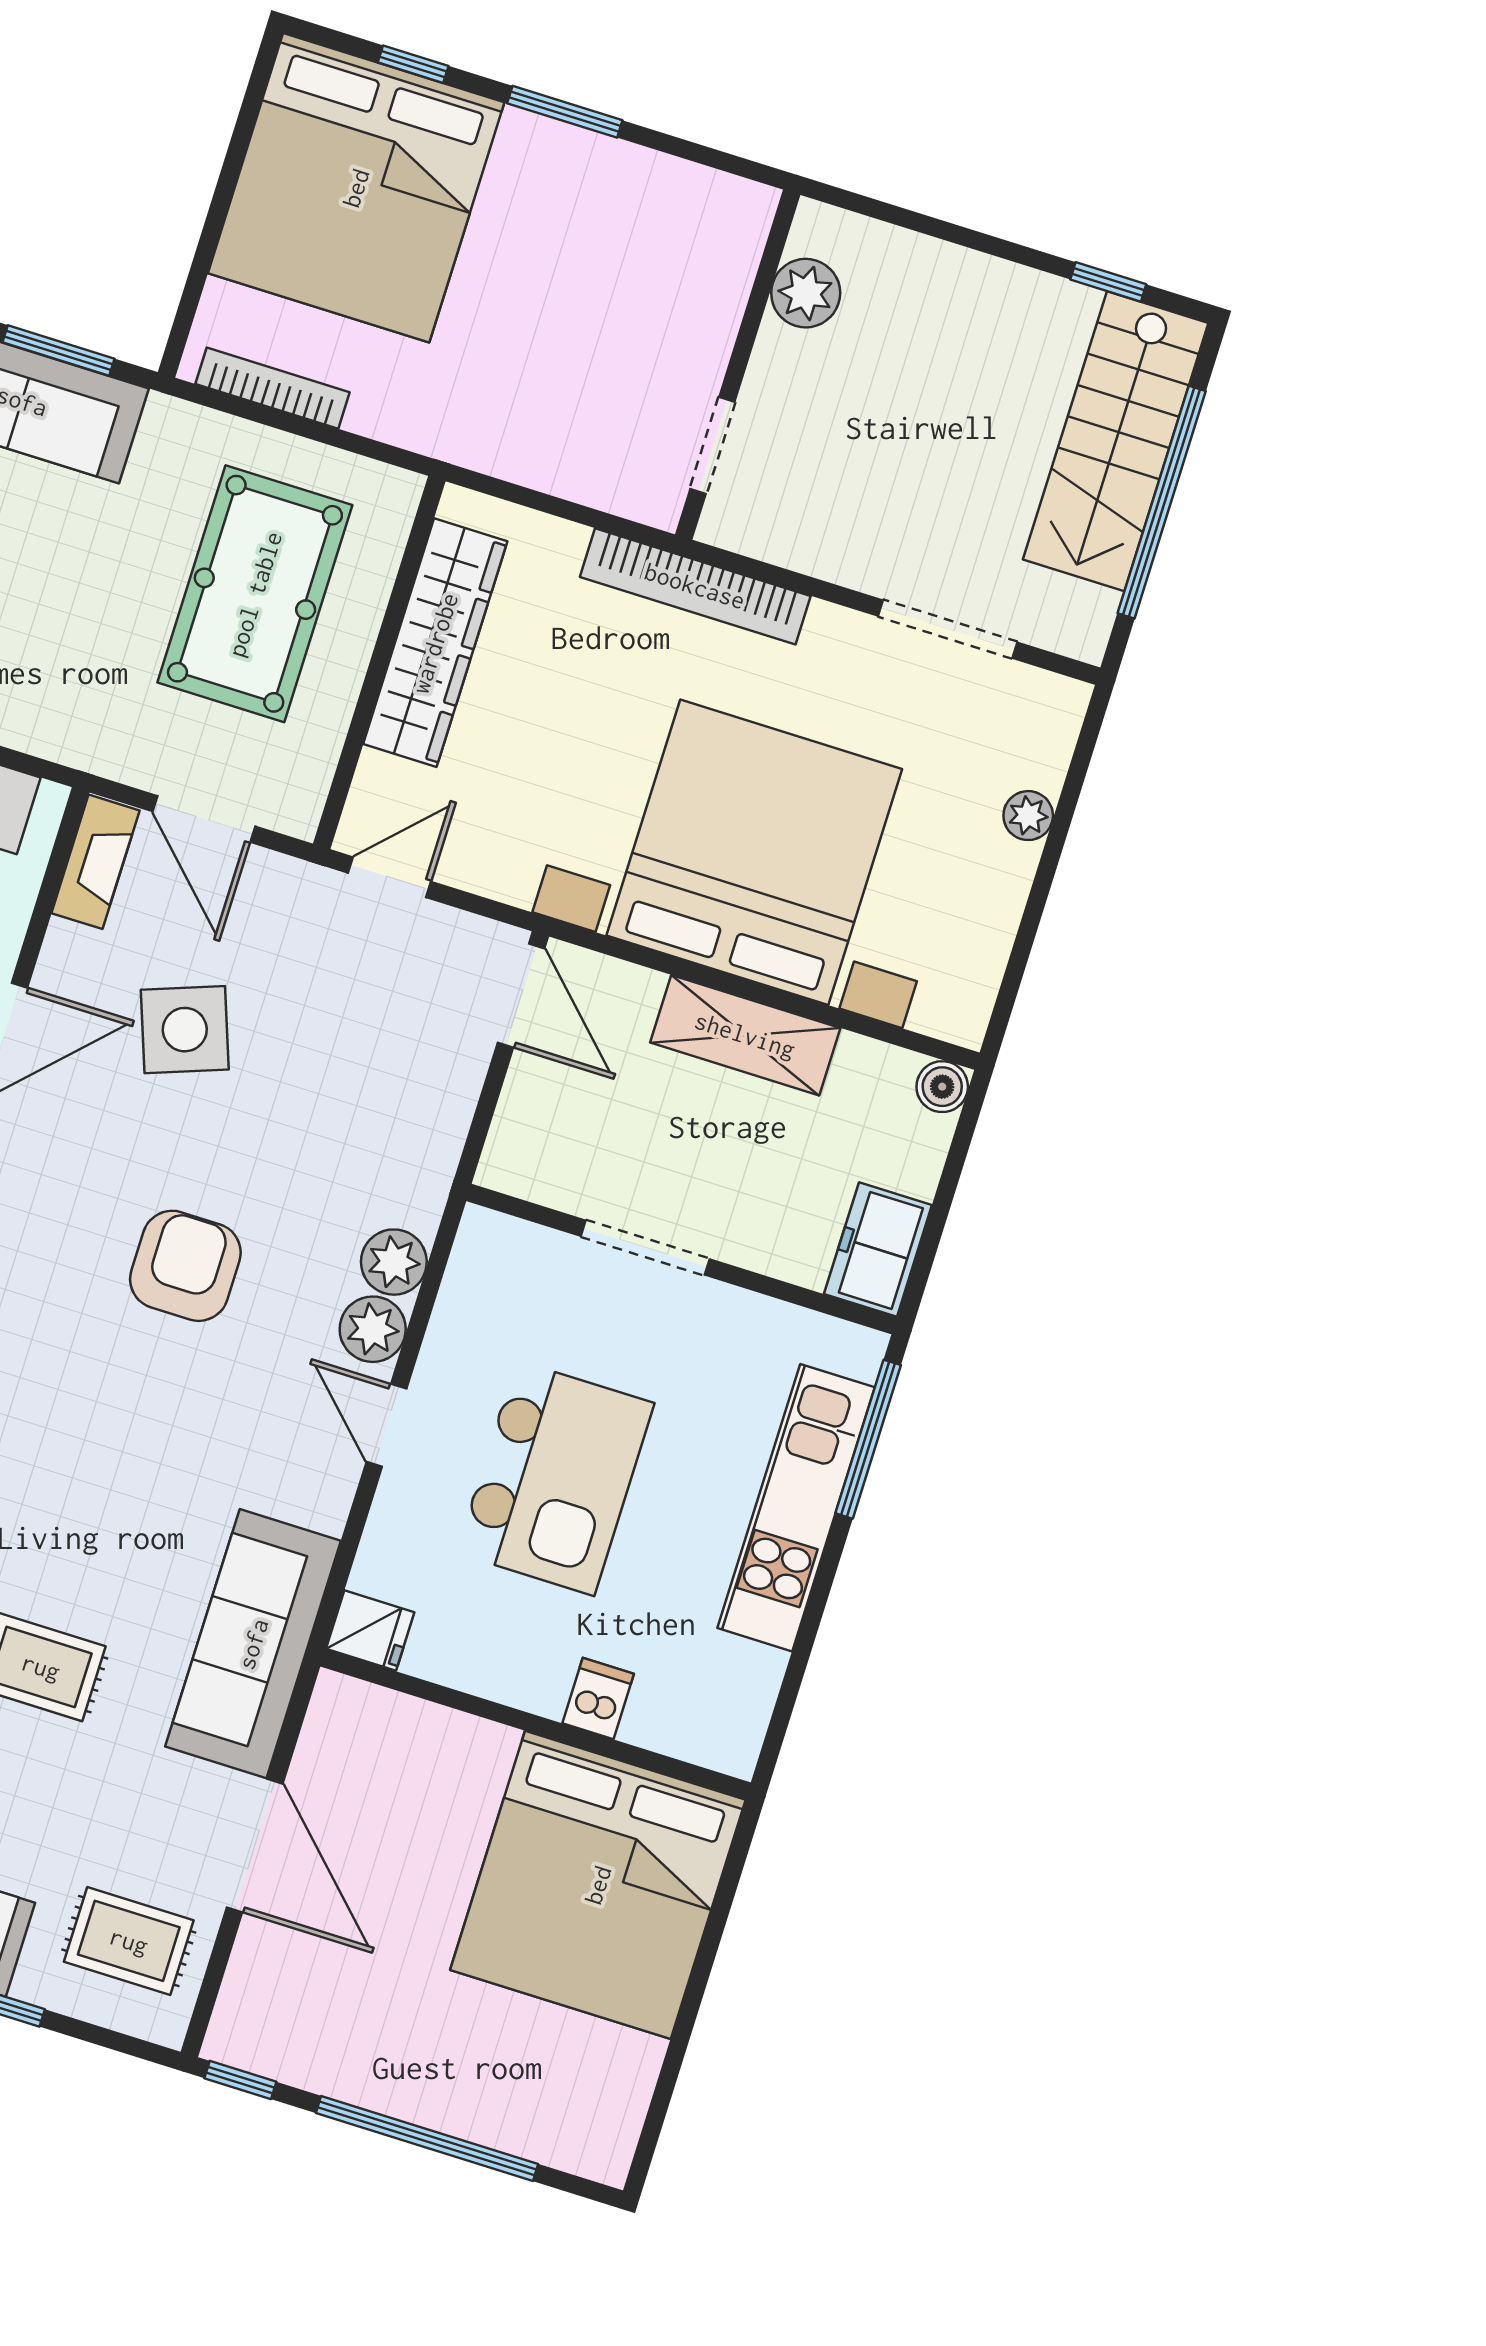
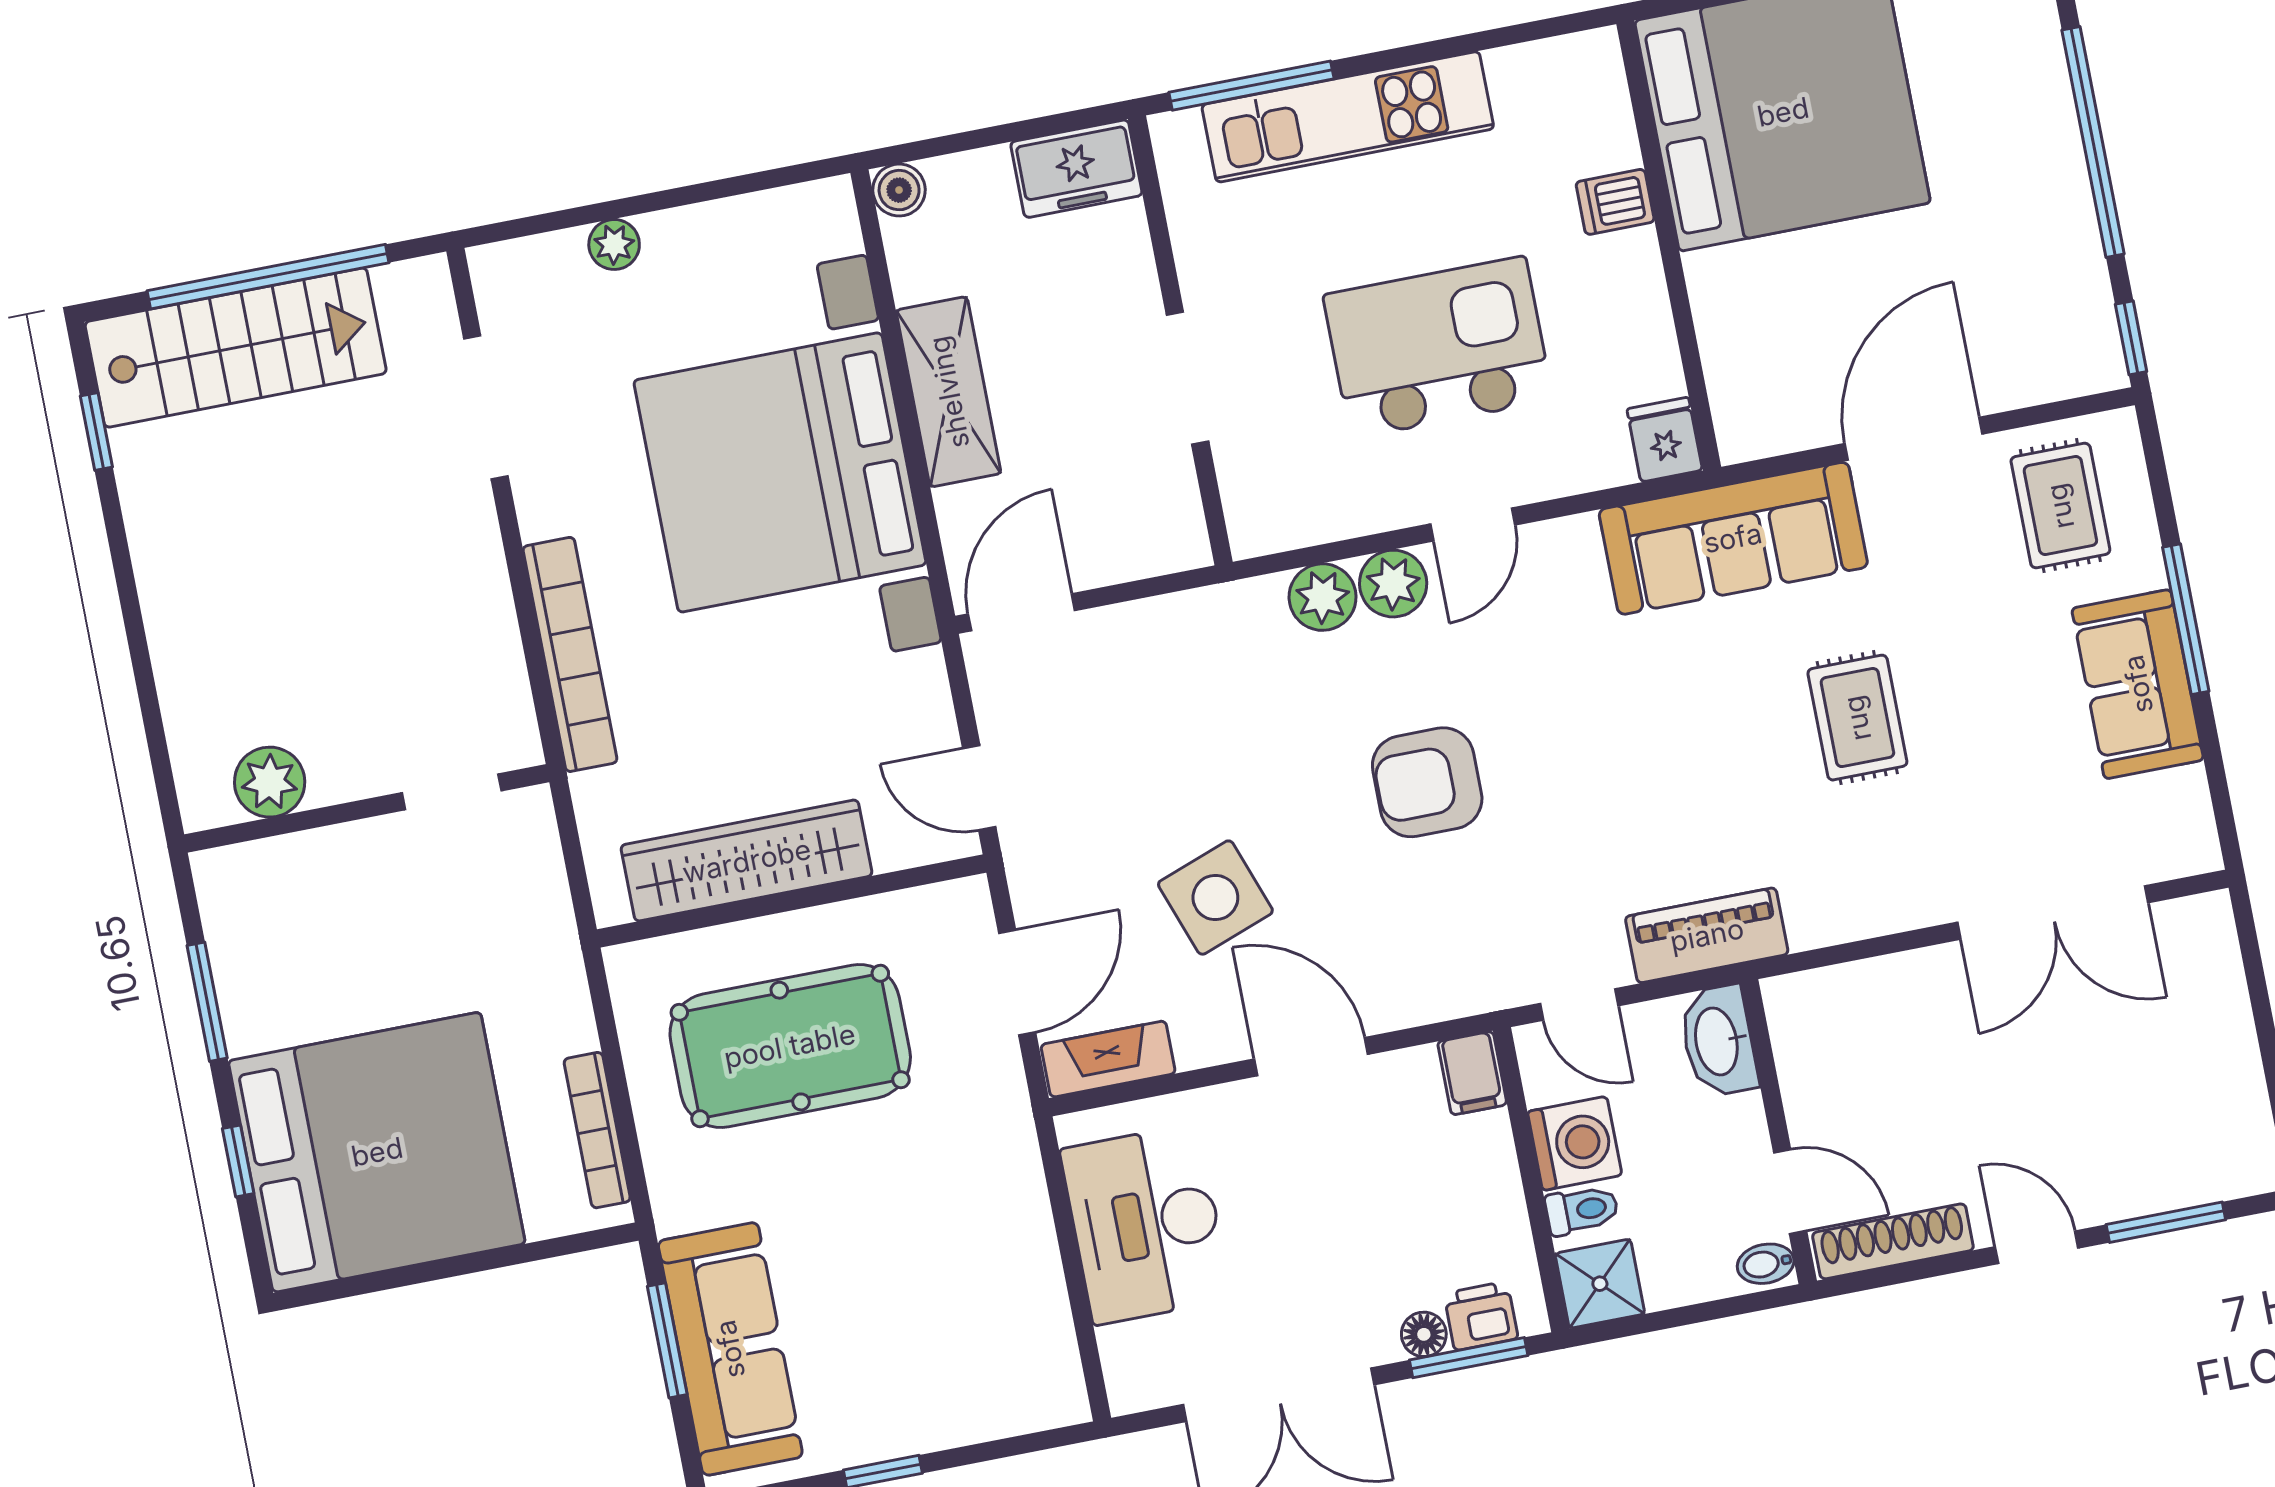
plant: (806, 293) -> (270, 782), moved
wall: (738, 365) -> (367, 808), moved
doorway: (712, 445) -> (452, 792), moved

